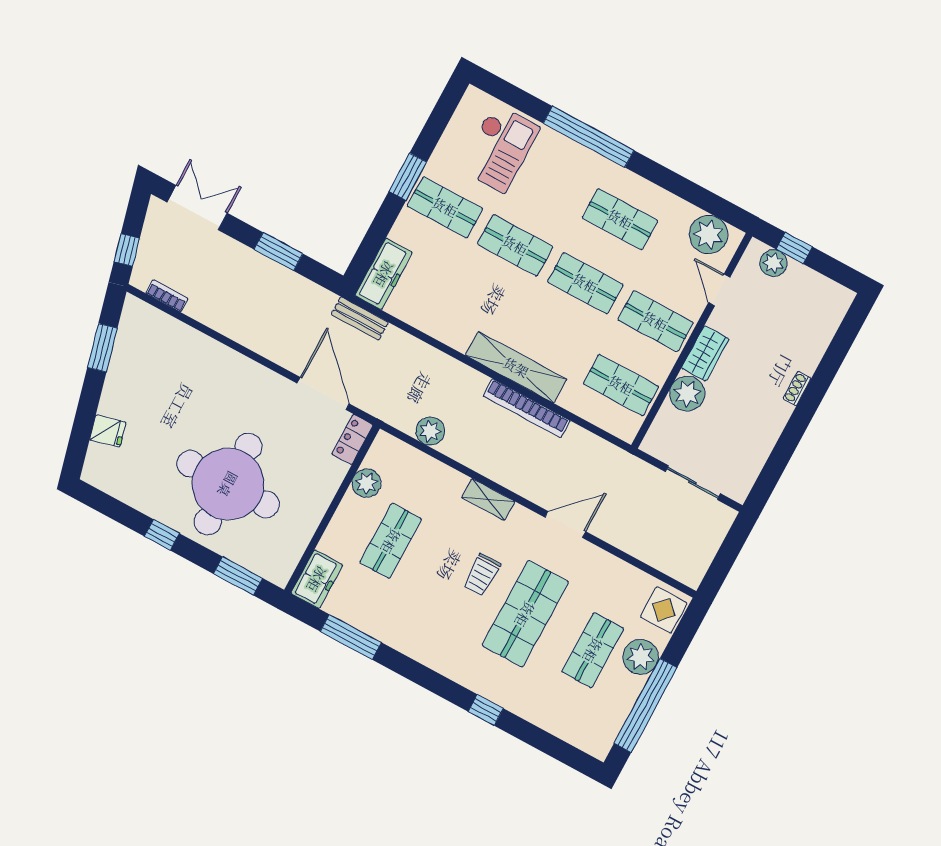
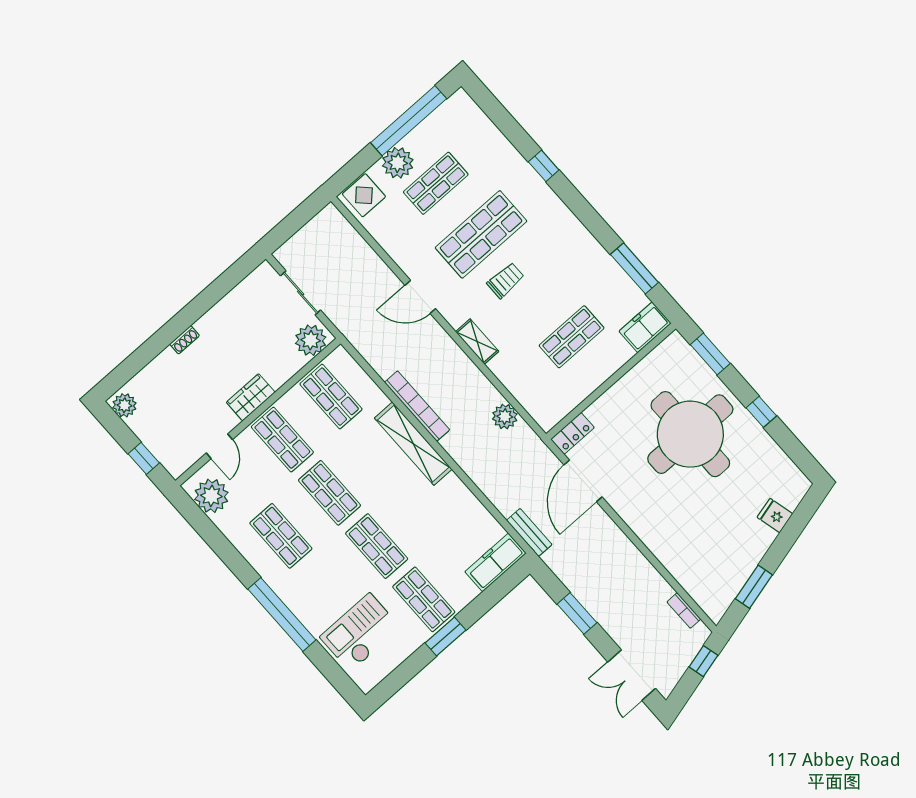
plant: (773, 263) -> (124, 405), moved
plant: (687, 394) -> (311, 340), moved
plant: (366, 483) -> (574, 392), removed

